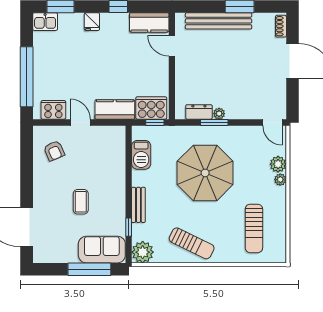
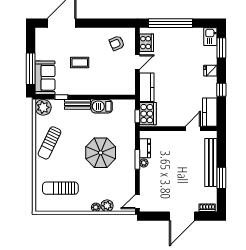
barbecue: (141, 155) -> (102, 106), moved
parasol: (205, 173) -> (101, 153), width x0.73, depth x0.73

